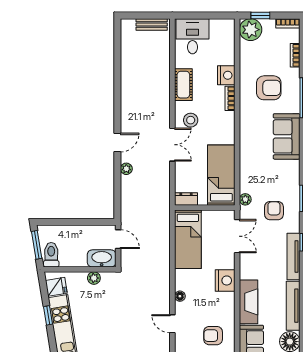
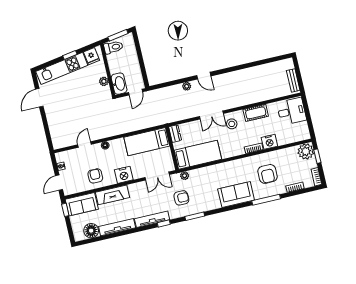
armchair: (213, 336) -> (95, 176), moved

